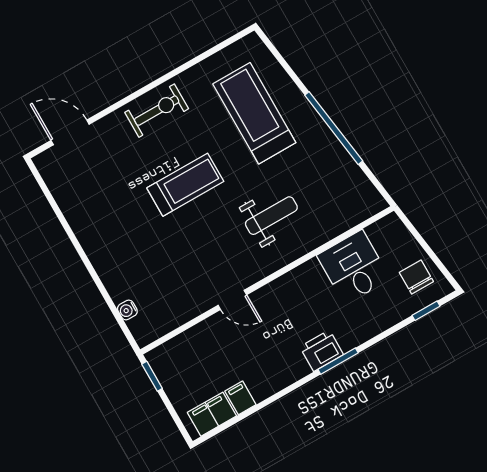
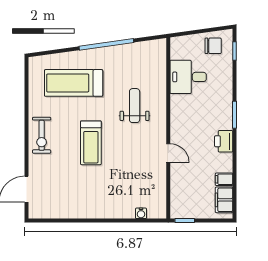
exercise bike: (157, 111) -> (42, 135), turned 180
treadmill: (185, 185) -> (91, 143), turned 180
chair: (416, 277) -> (213, 46), turned 180
door: (232, 300) -> (168, 153), hinge flipped
printer: (322, 351) -> (224, 141), moved

